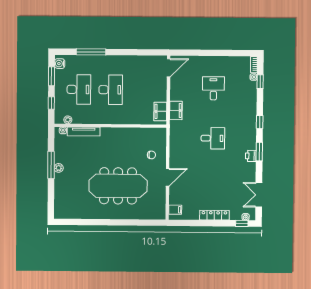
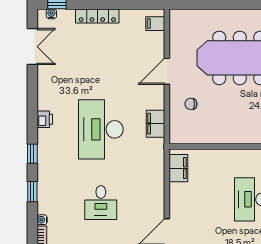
window: (260, 82) -> (32, 192), moved
filing cabinet: (176, 110) -> (156, 124), moved
desk: (213, 138) -> (101, 129), width x1.87, depth x1.30
window: (259, 152) -> (32, 110), removed
printer: (251, 156) -> (45, 119), moved

